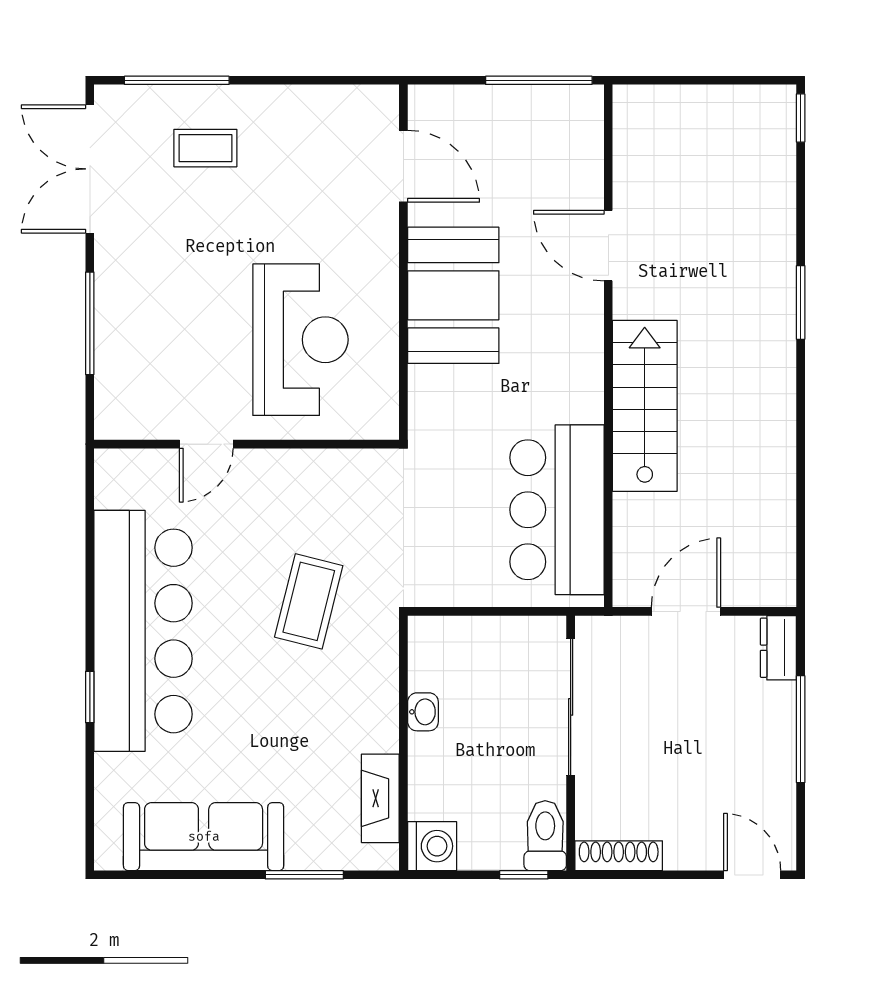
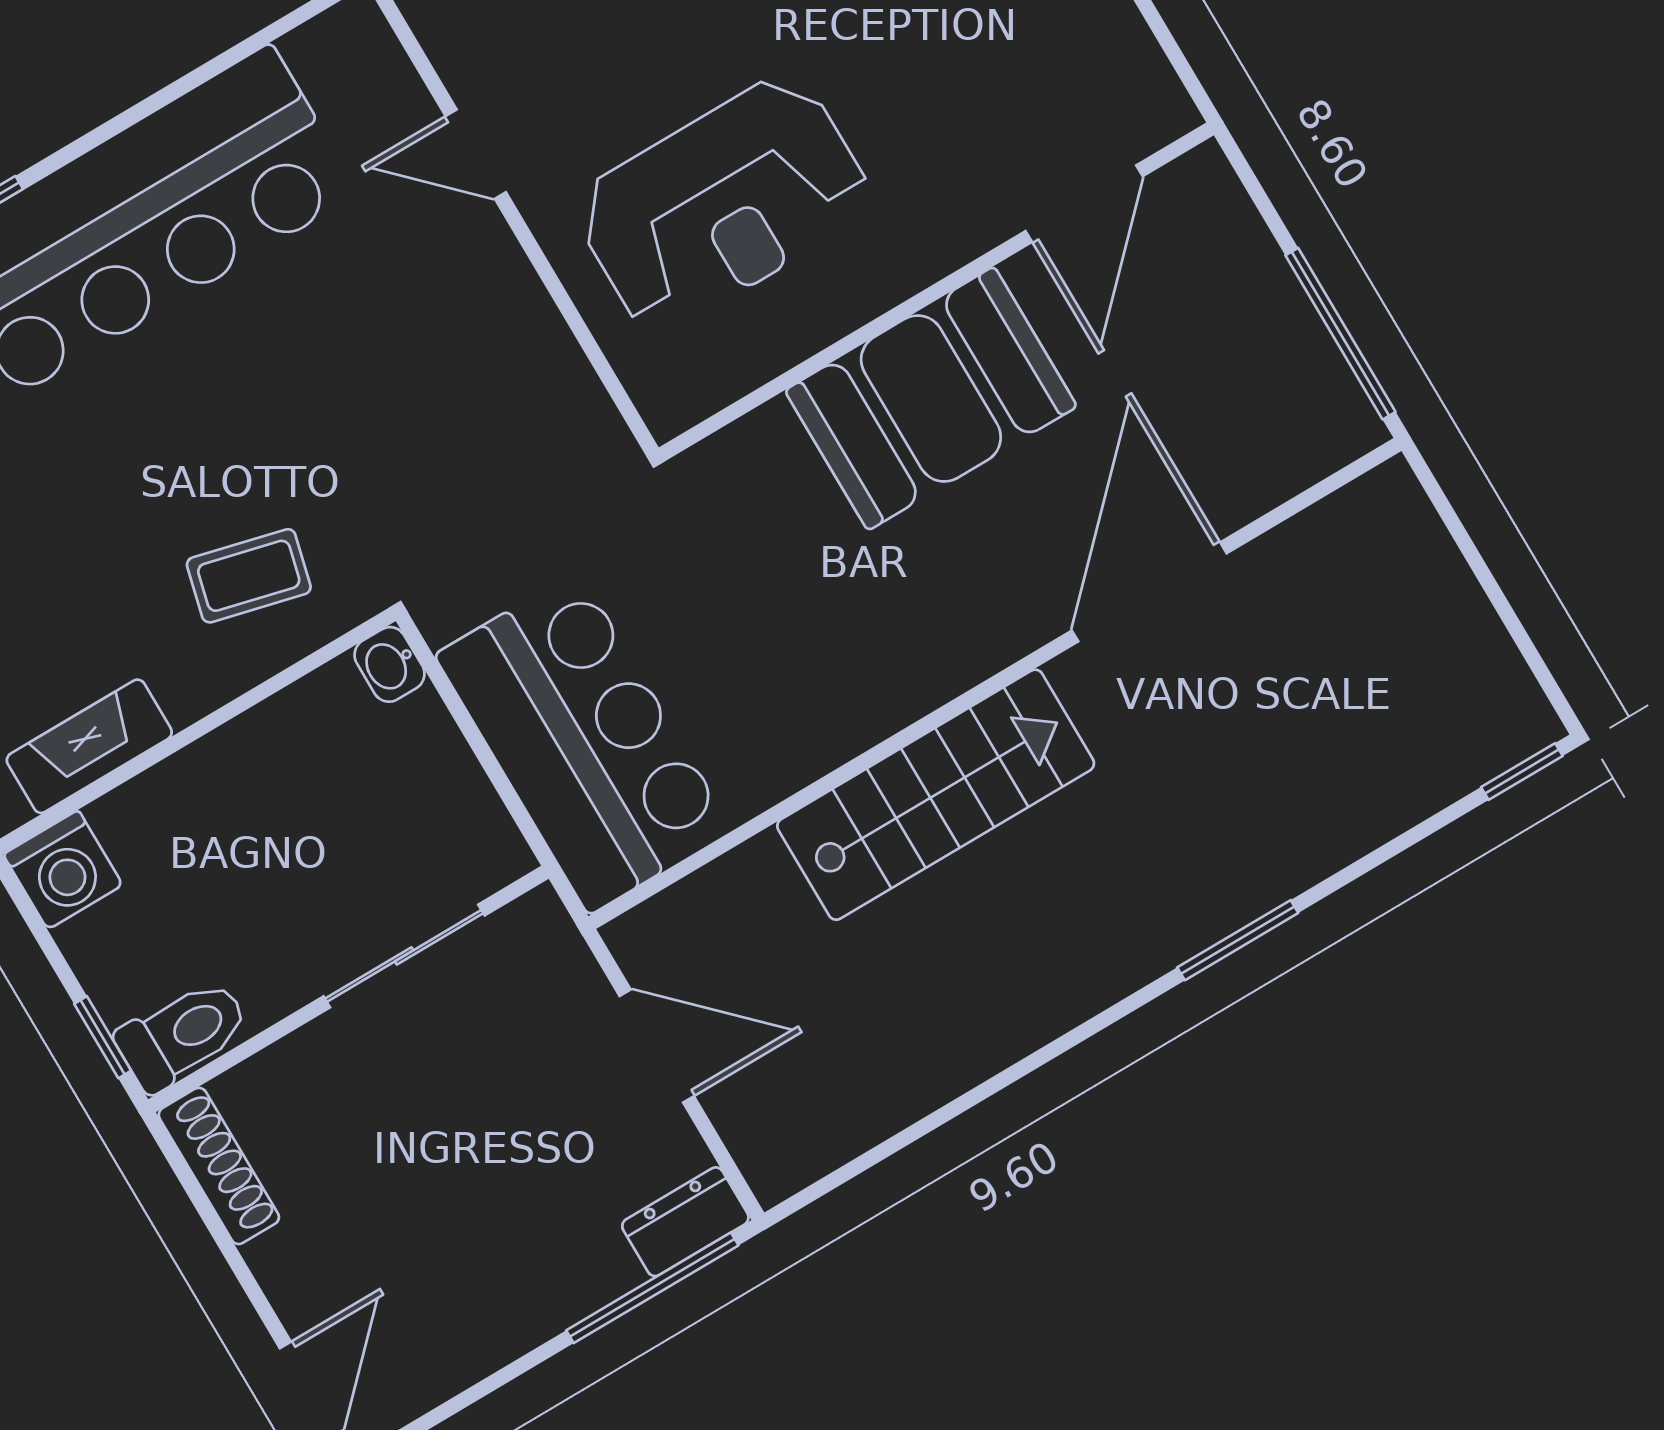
door: (608, 246) -> (1149, 592), width x1.36
bar counter: (557, 510) -> (583, 742), moved, turned 90
coffee table: (309, 601) -> (249, 576), moved, width x0.73, depth x0.77
sliding door: (571, 707) -> (404, 956), width x0.73
washbasin: (423, 712) -> (389, 664), moved, turned 90
window: (801, 729) -> (652, 1288), moved

